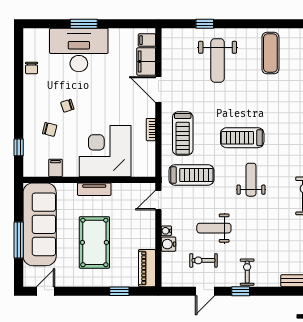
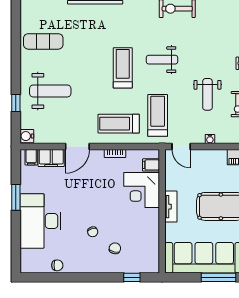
window: (84, 24) -> (16, 197), moved
treadmill: (183, 133) -> (119, 124), turned 180
treadmill: (242, 138) -> (123, 68), turned 180
corner desk: (105, 151) -> (142, 190), width x0.74, depth x0.74
filing cabinet: (56, 168) -> (151, 165), moved
water cooler: (168, 244) -> (27, 136), moved, turned 90

